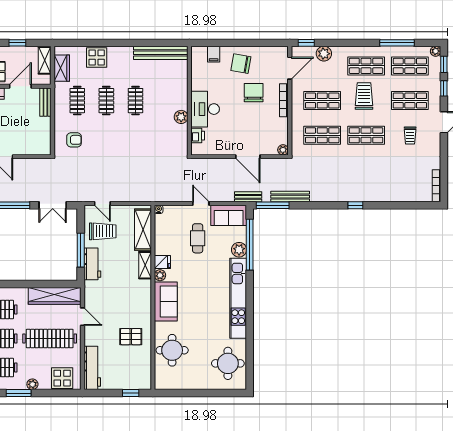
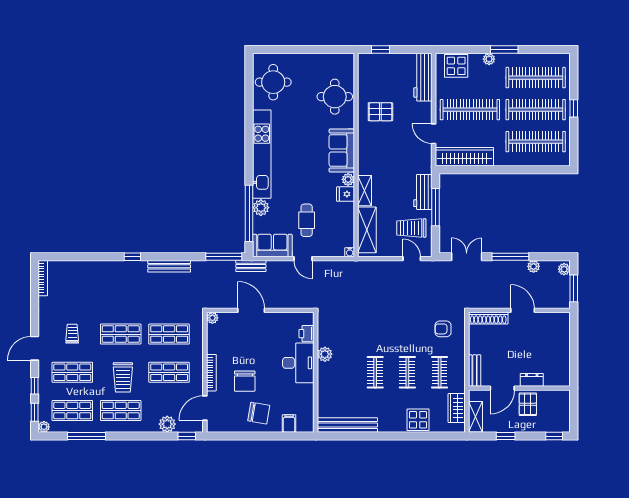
shoe rack: (33, 150) -> (488, 318), added
bench: (290, 197) -> (169, 266), moved

